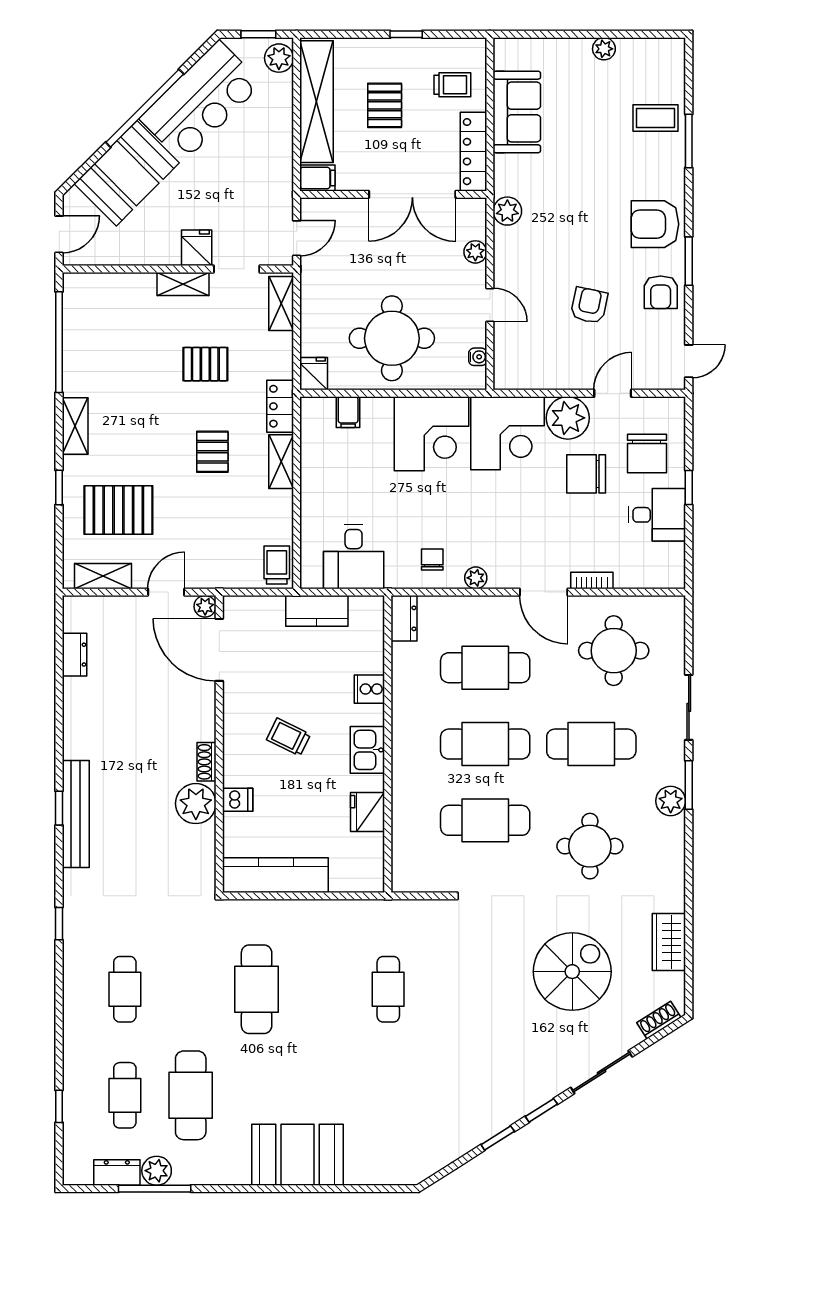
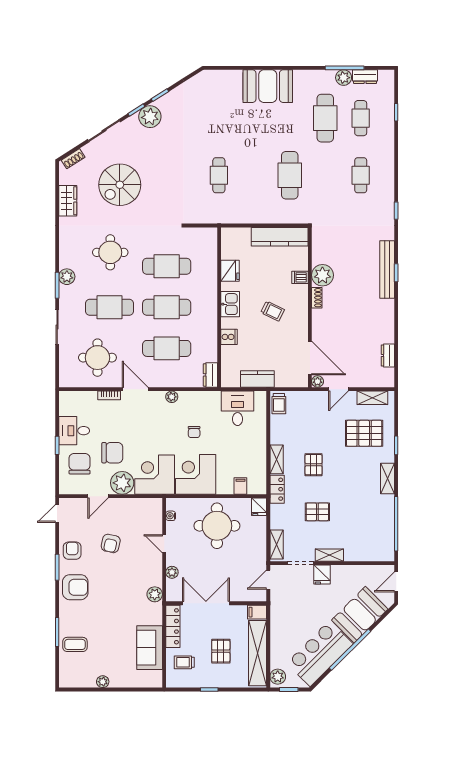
chair: (432, 559) -> (194, 432), moved
plant: (516, 1098) -> (150, 117), added

